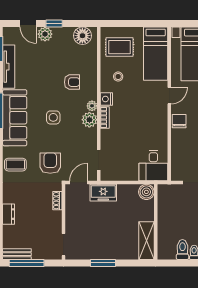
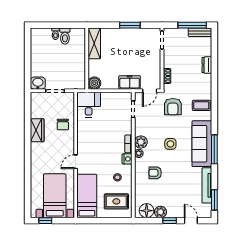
plant: (45, 34) -> (160, 212), moved
chair: (179, 121) -> (63, 125), moved

